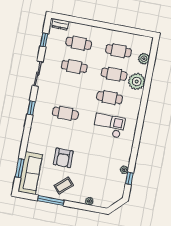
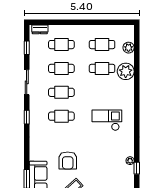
cafe table: (110, 98) -> (61, 92), moved

